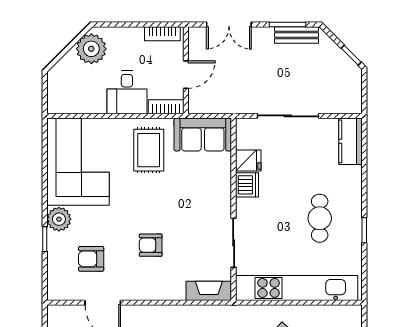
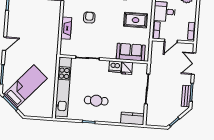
door: (186, 75) -> (171, 41), hinge flipped
sofa: (203, 134) -> (131, 52), moved, turned 90
fireplace: (209, 291) -> (66, 28), moved

